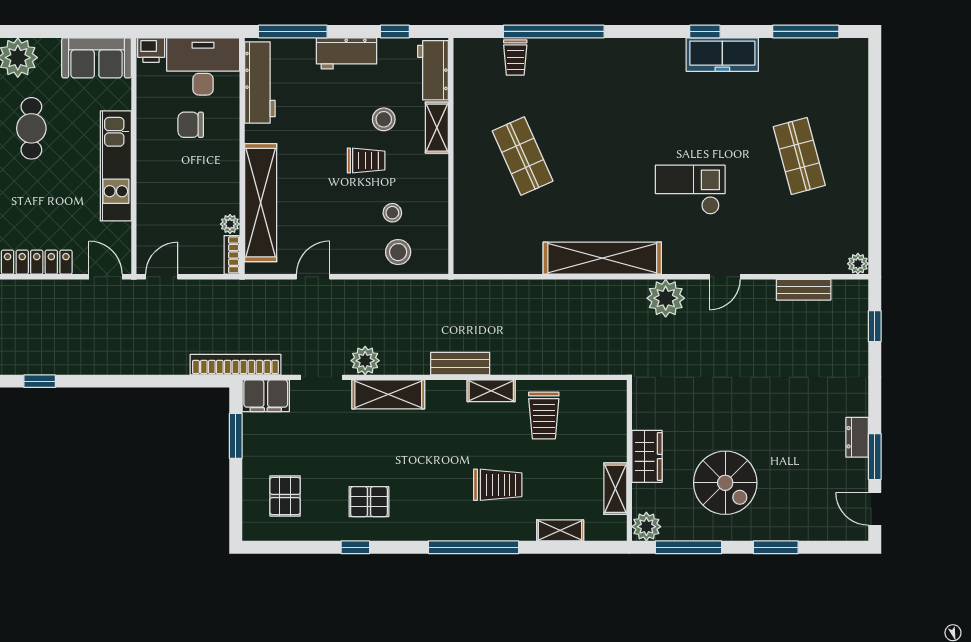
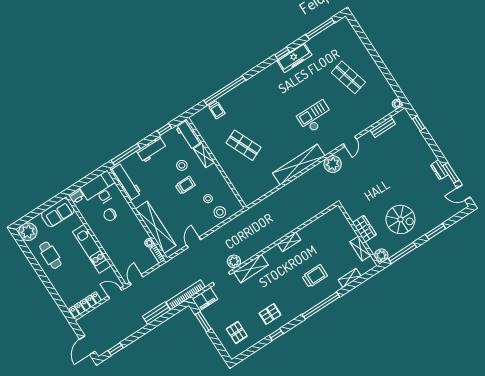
bench: (460, 364) -> (156, 313), moved
trolley: (544, 416) -> (315, 238), removed

